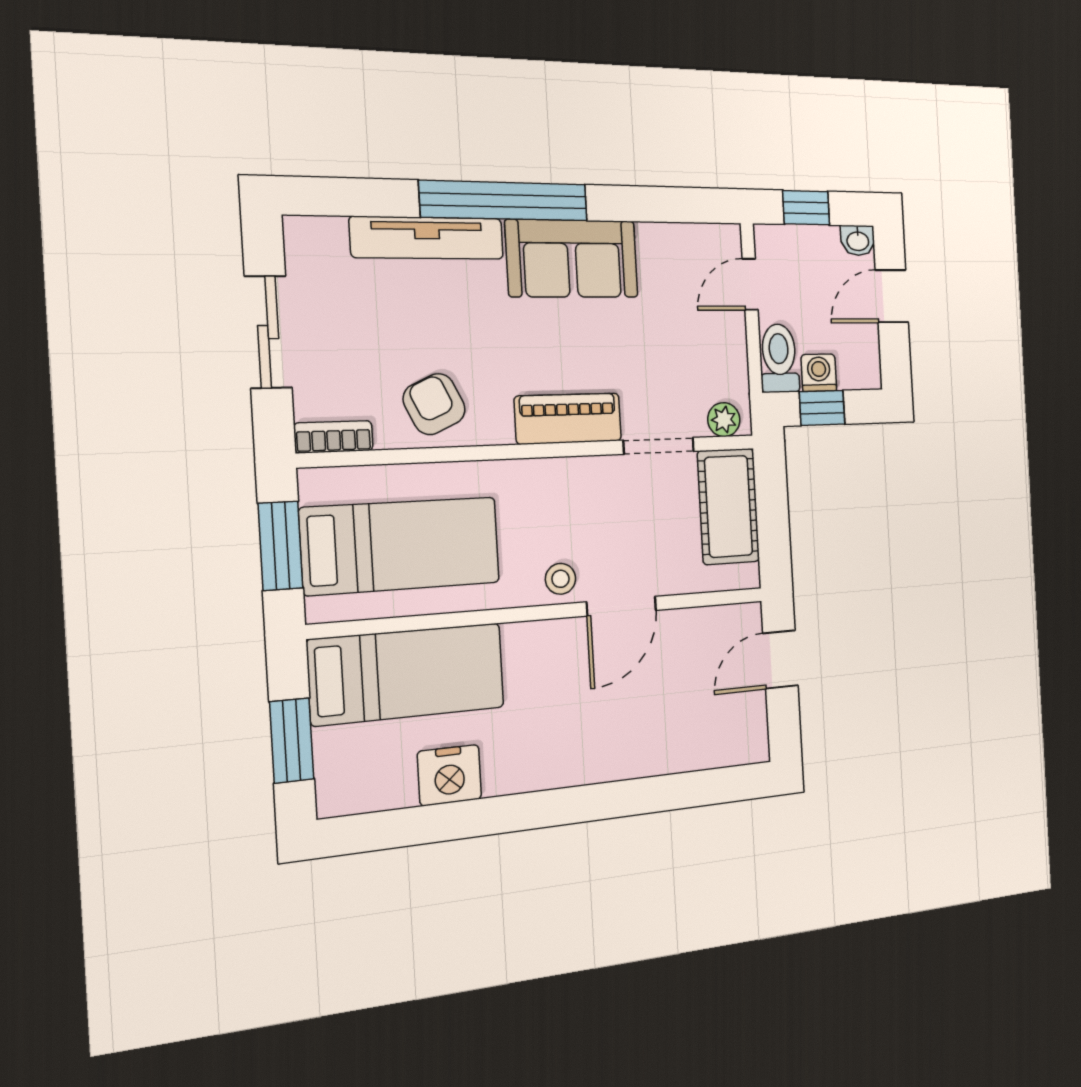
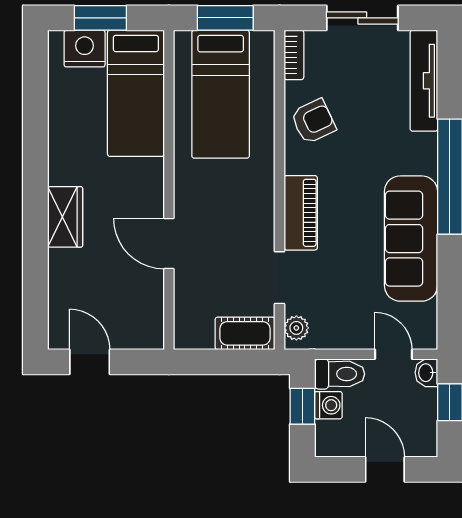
tv unit: (427, 238) -> (424, 81), moved
washbasin: (858, 240) -> (426, 373), moved
sofa: (572, 259) -> (411, 239), width x1.36
cot: (728, 506) -> (245, 333), width x0.73, depth x0.75
stool: (561, 579) -> (191, 201), removed
door: (780, 659) -> (90, 362), moved
wardrobe: (593, 759) -> (65, 217), added
nightstand: (449, 775) -> (85, 49), moved, turned 90

